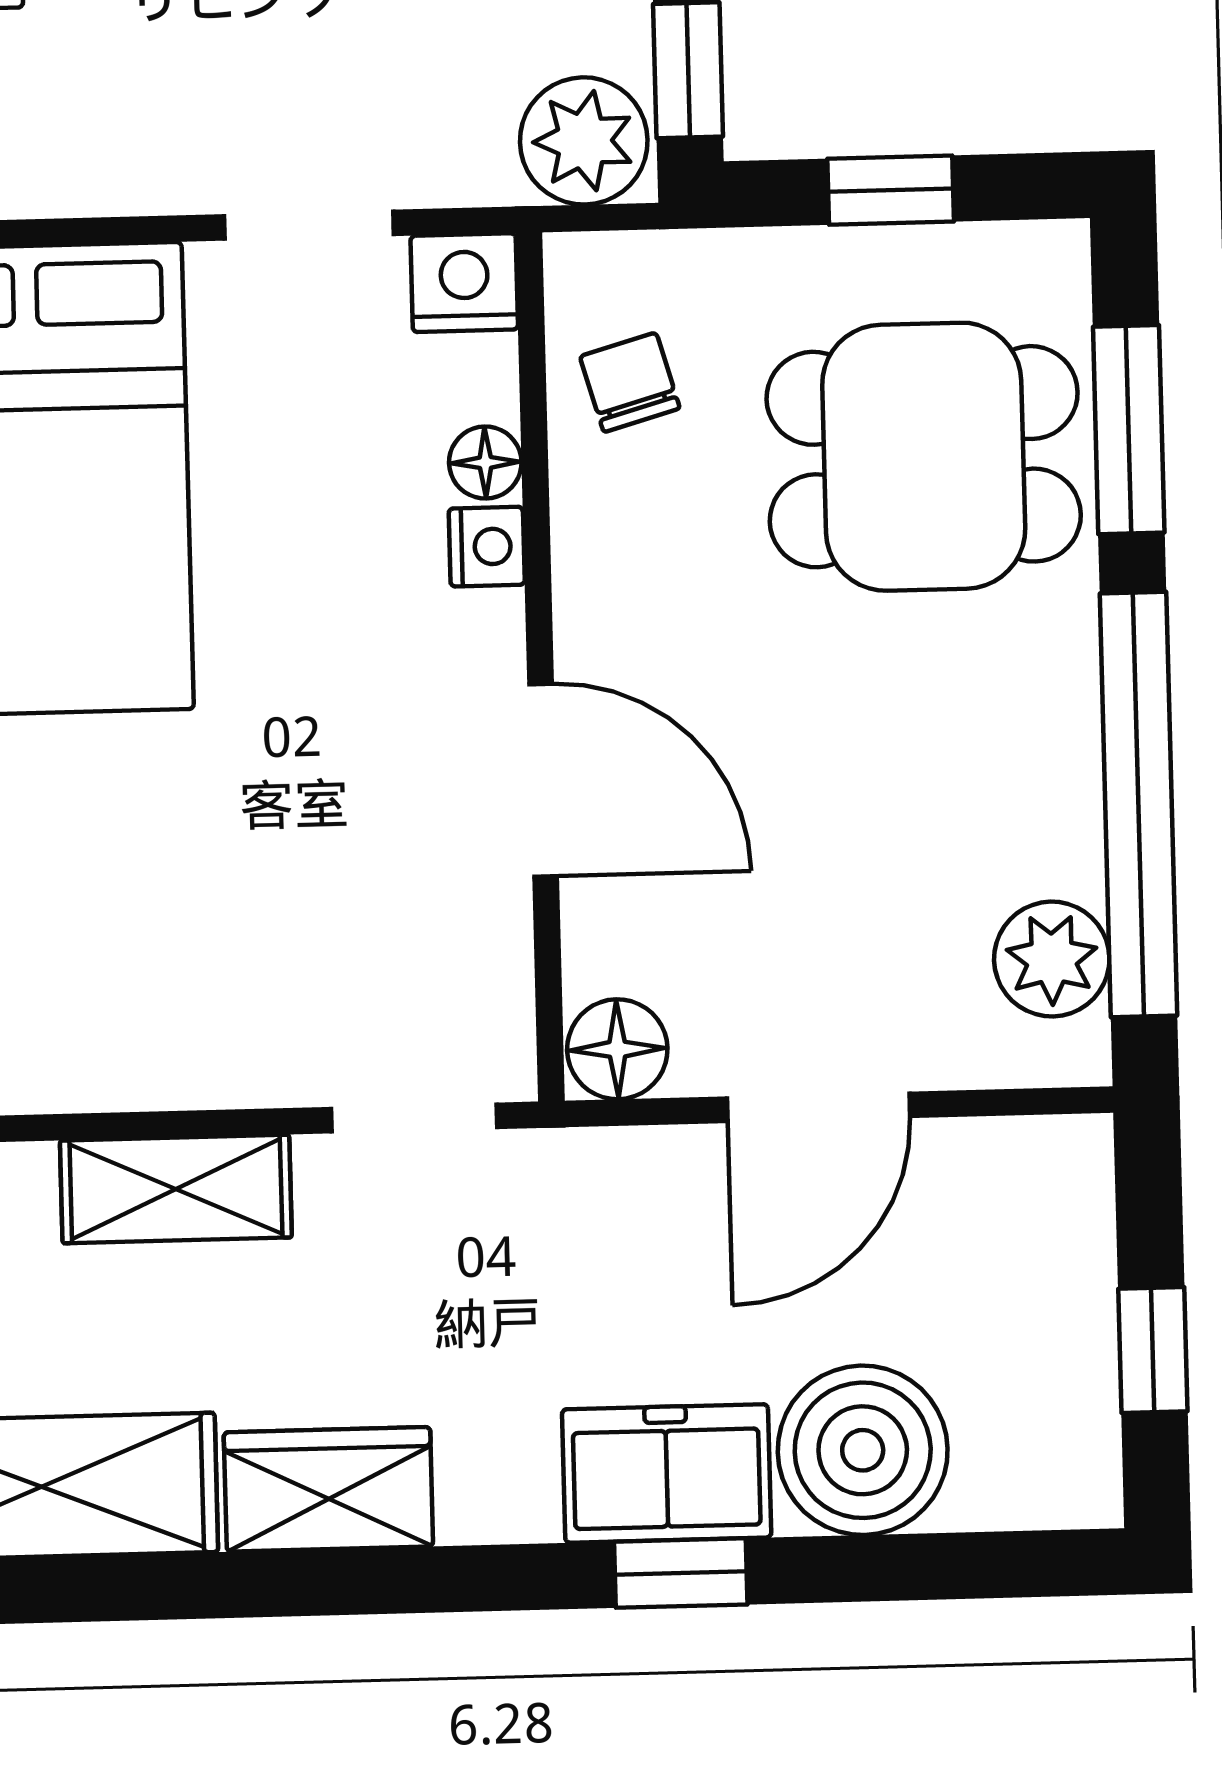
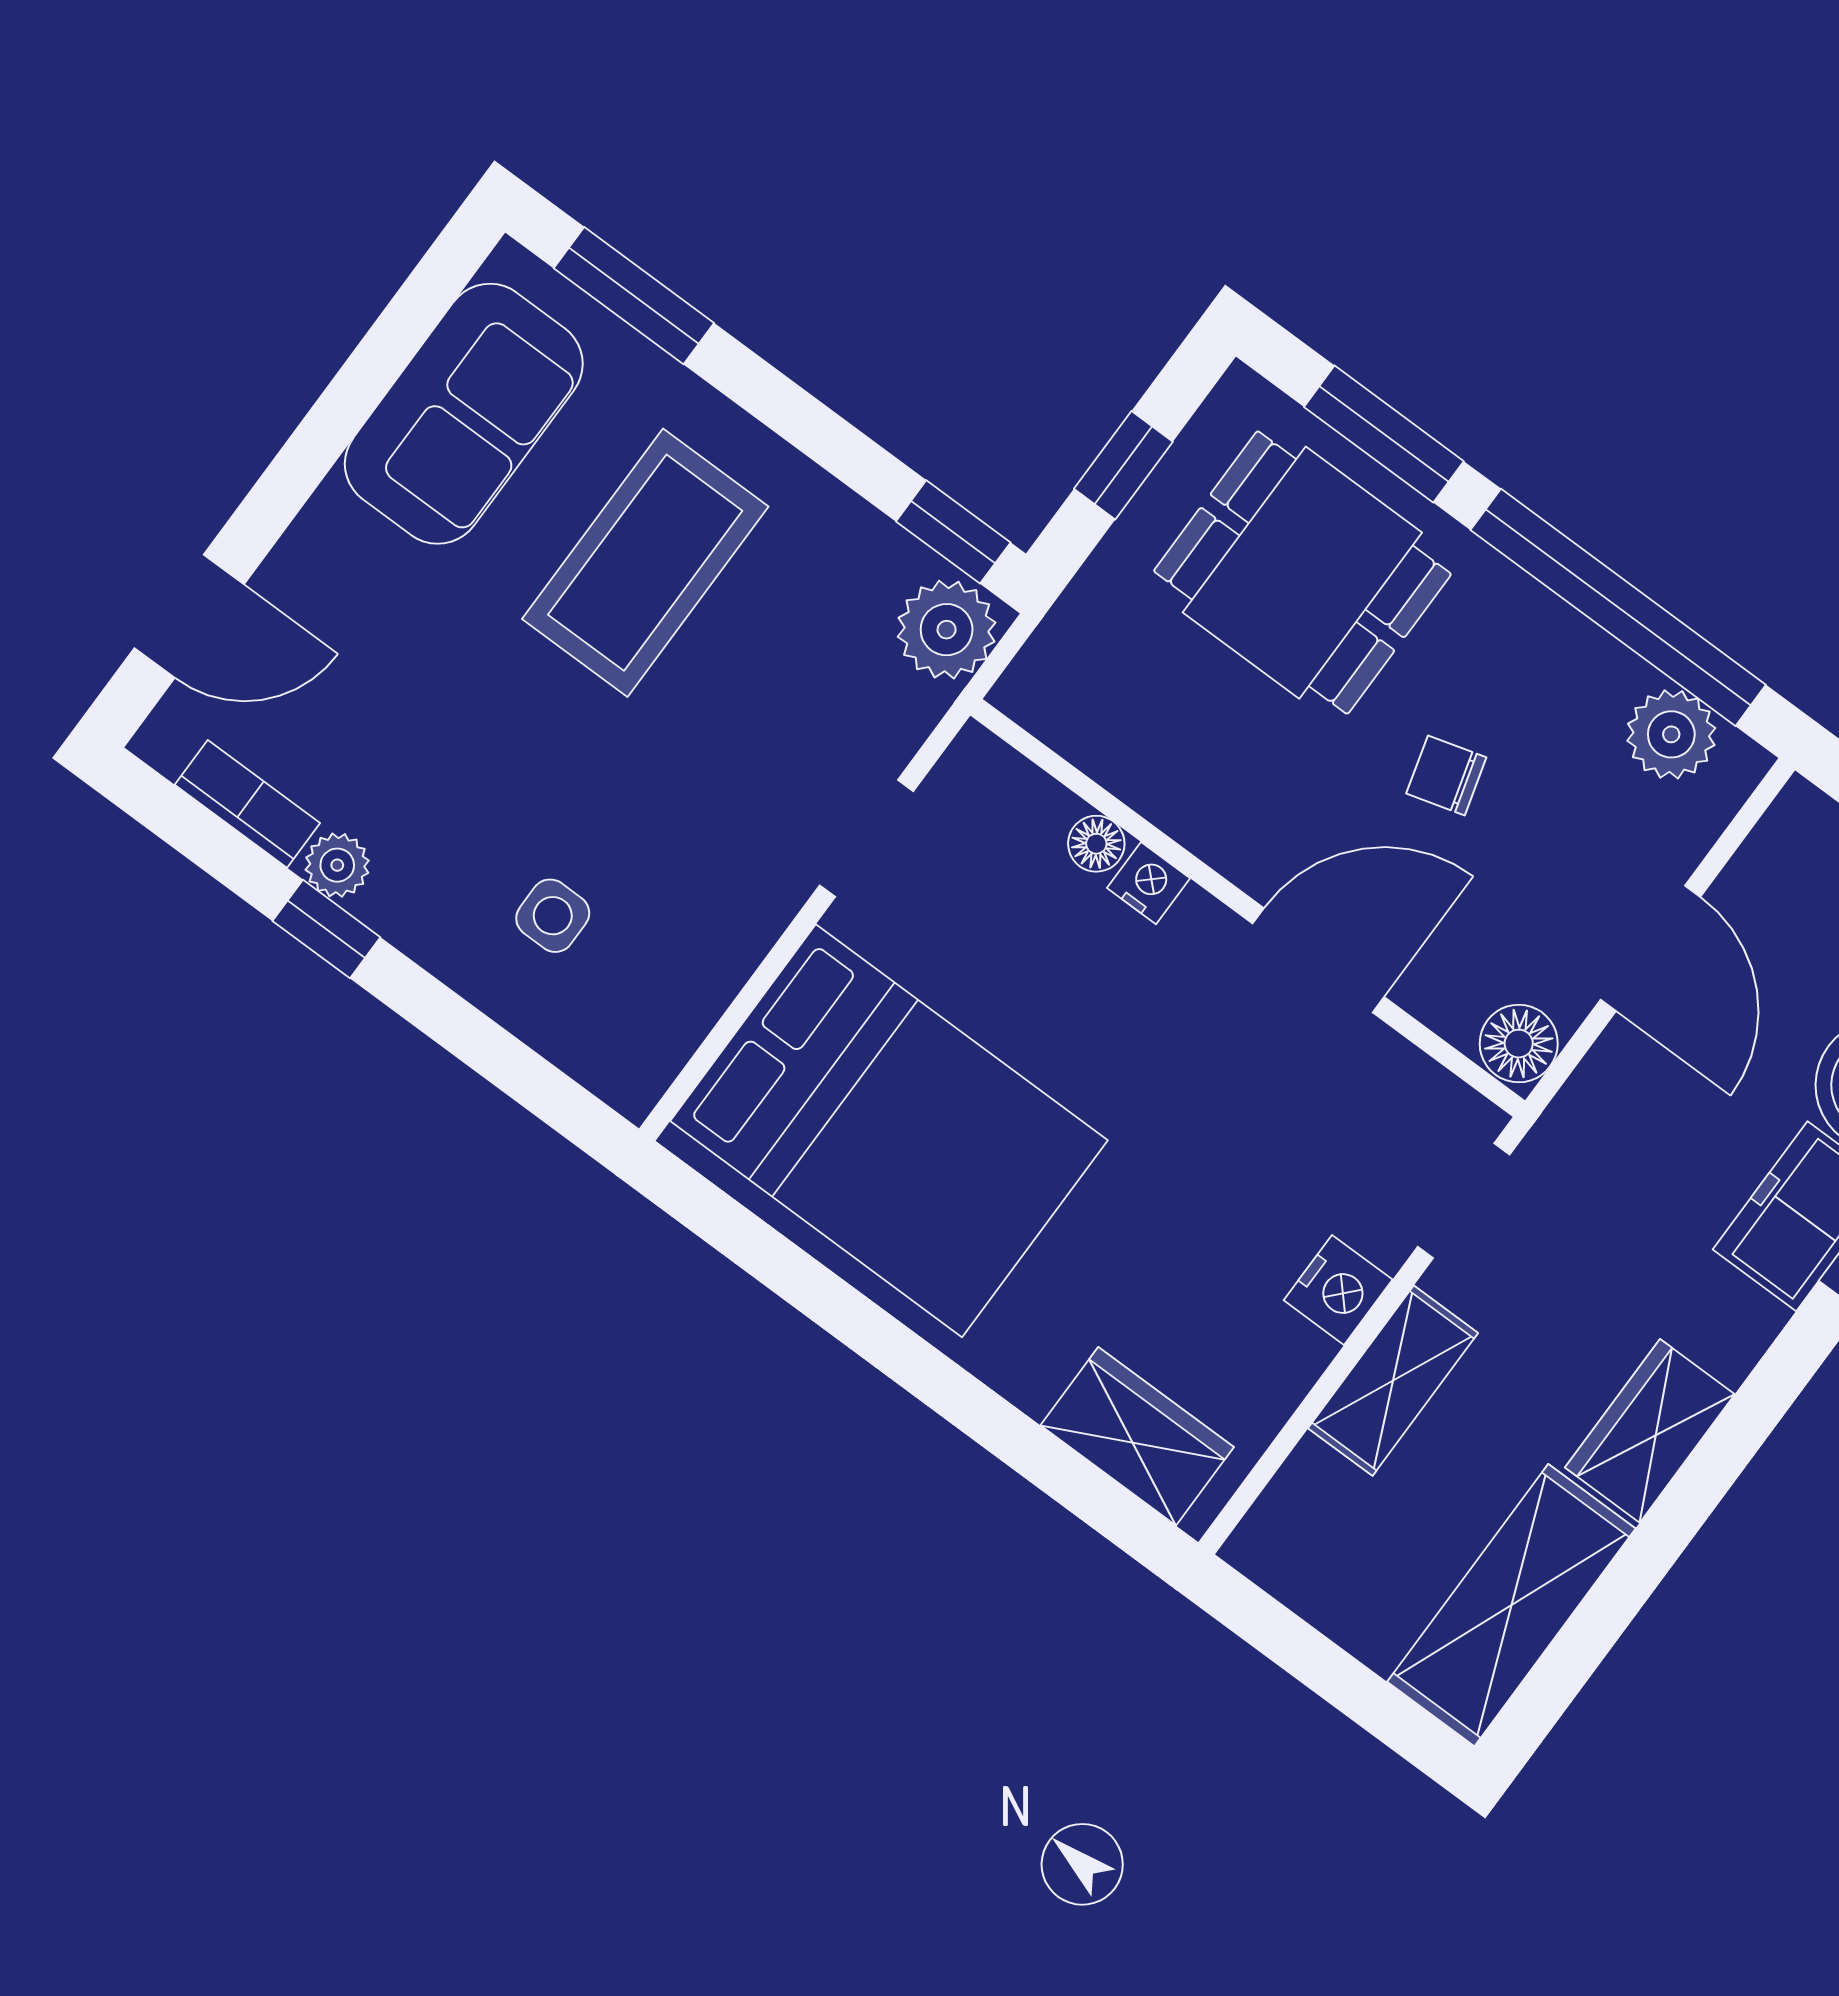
nightstand: (464, 283) -> (1338, 1290), moved, turned 180
chair: (630, 382) -> (1446, 775), moved
dining table: (924, 457) -> (1302, 573), turned 90

